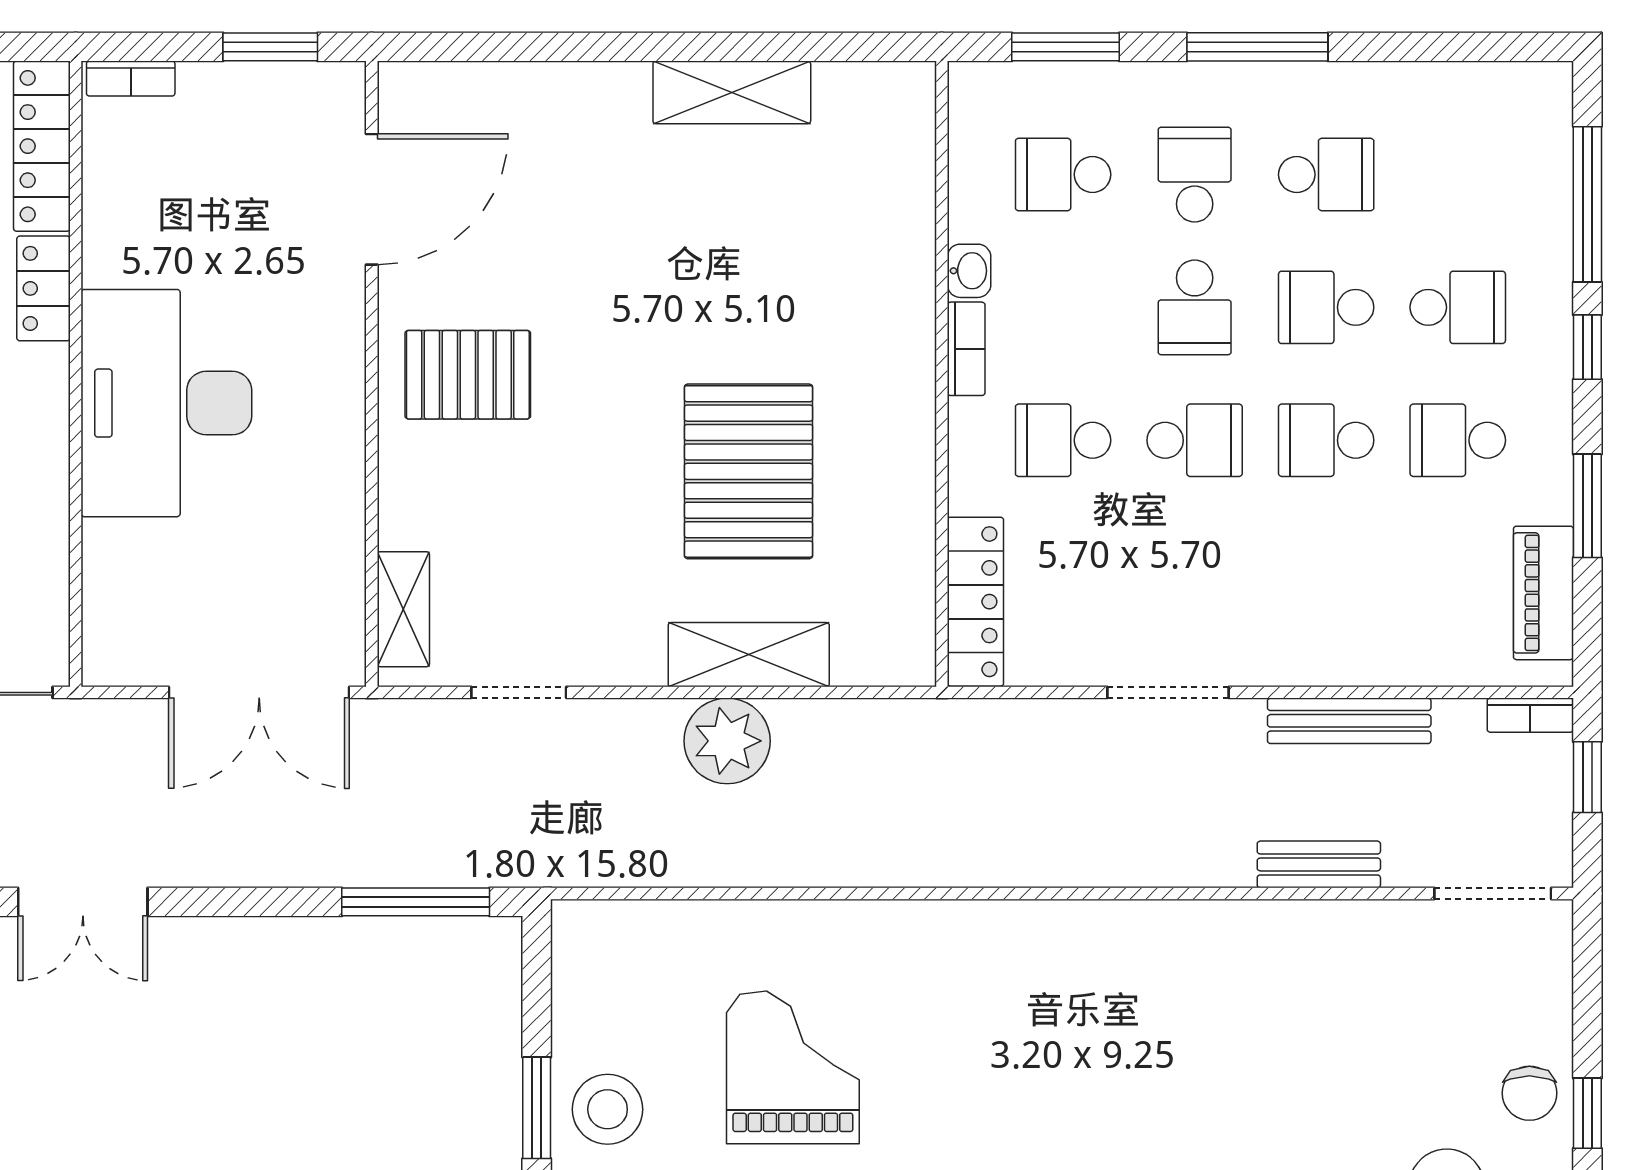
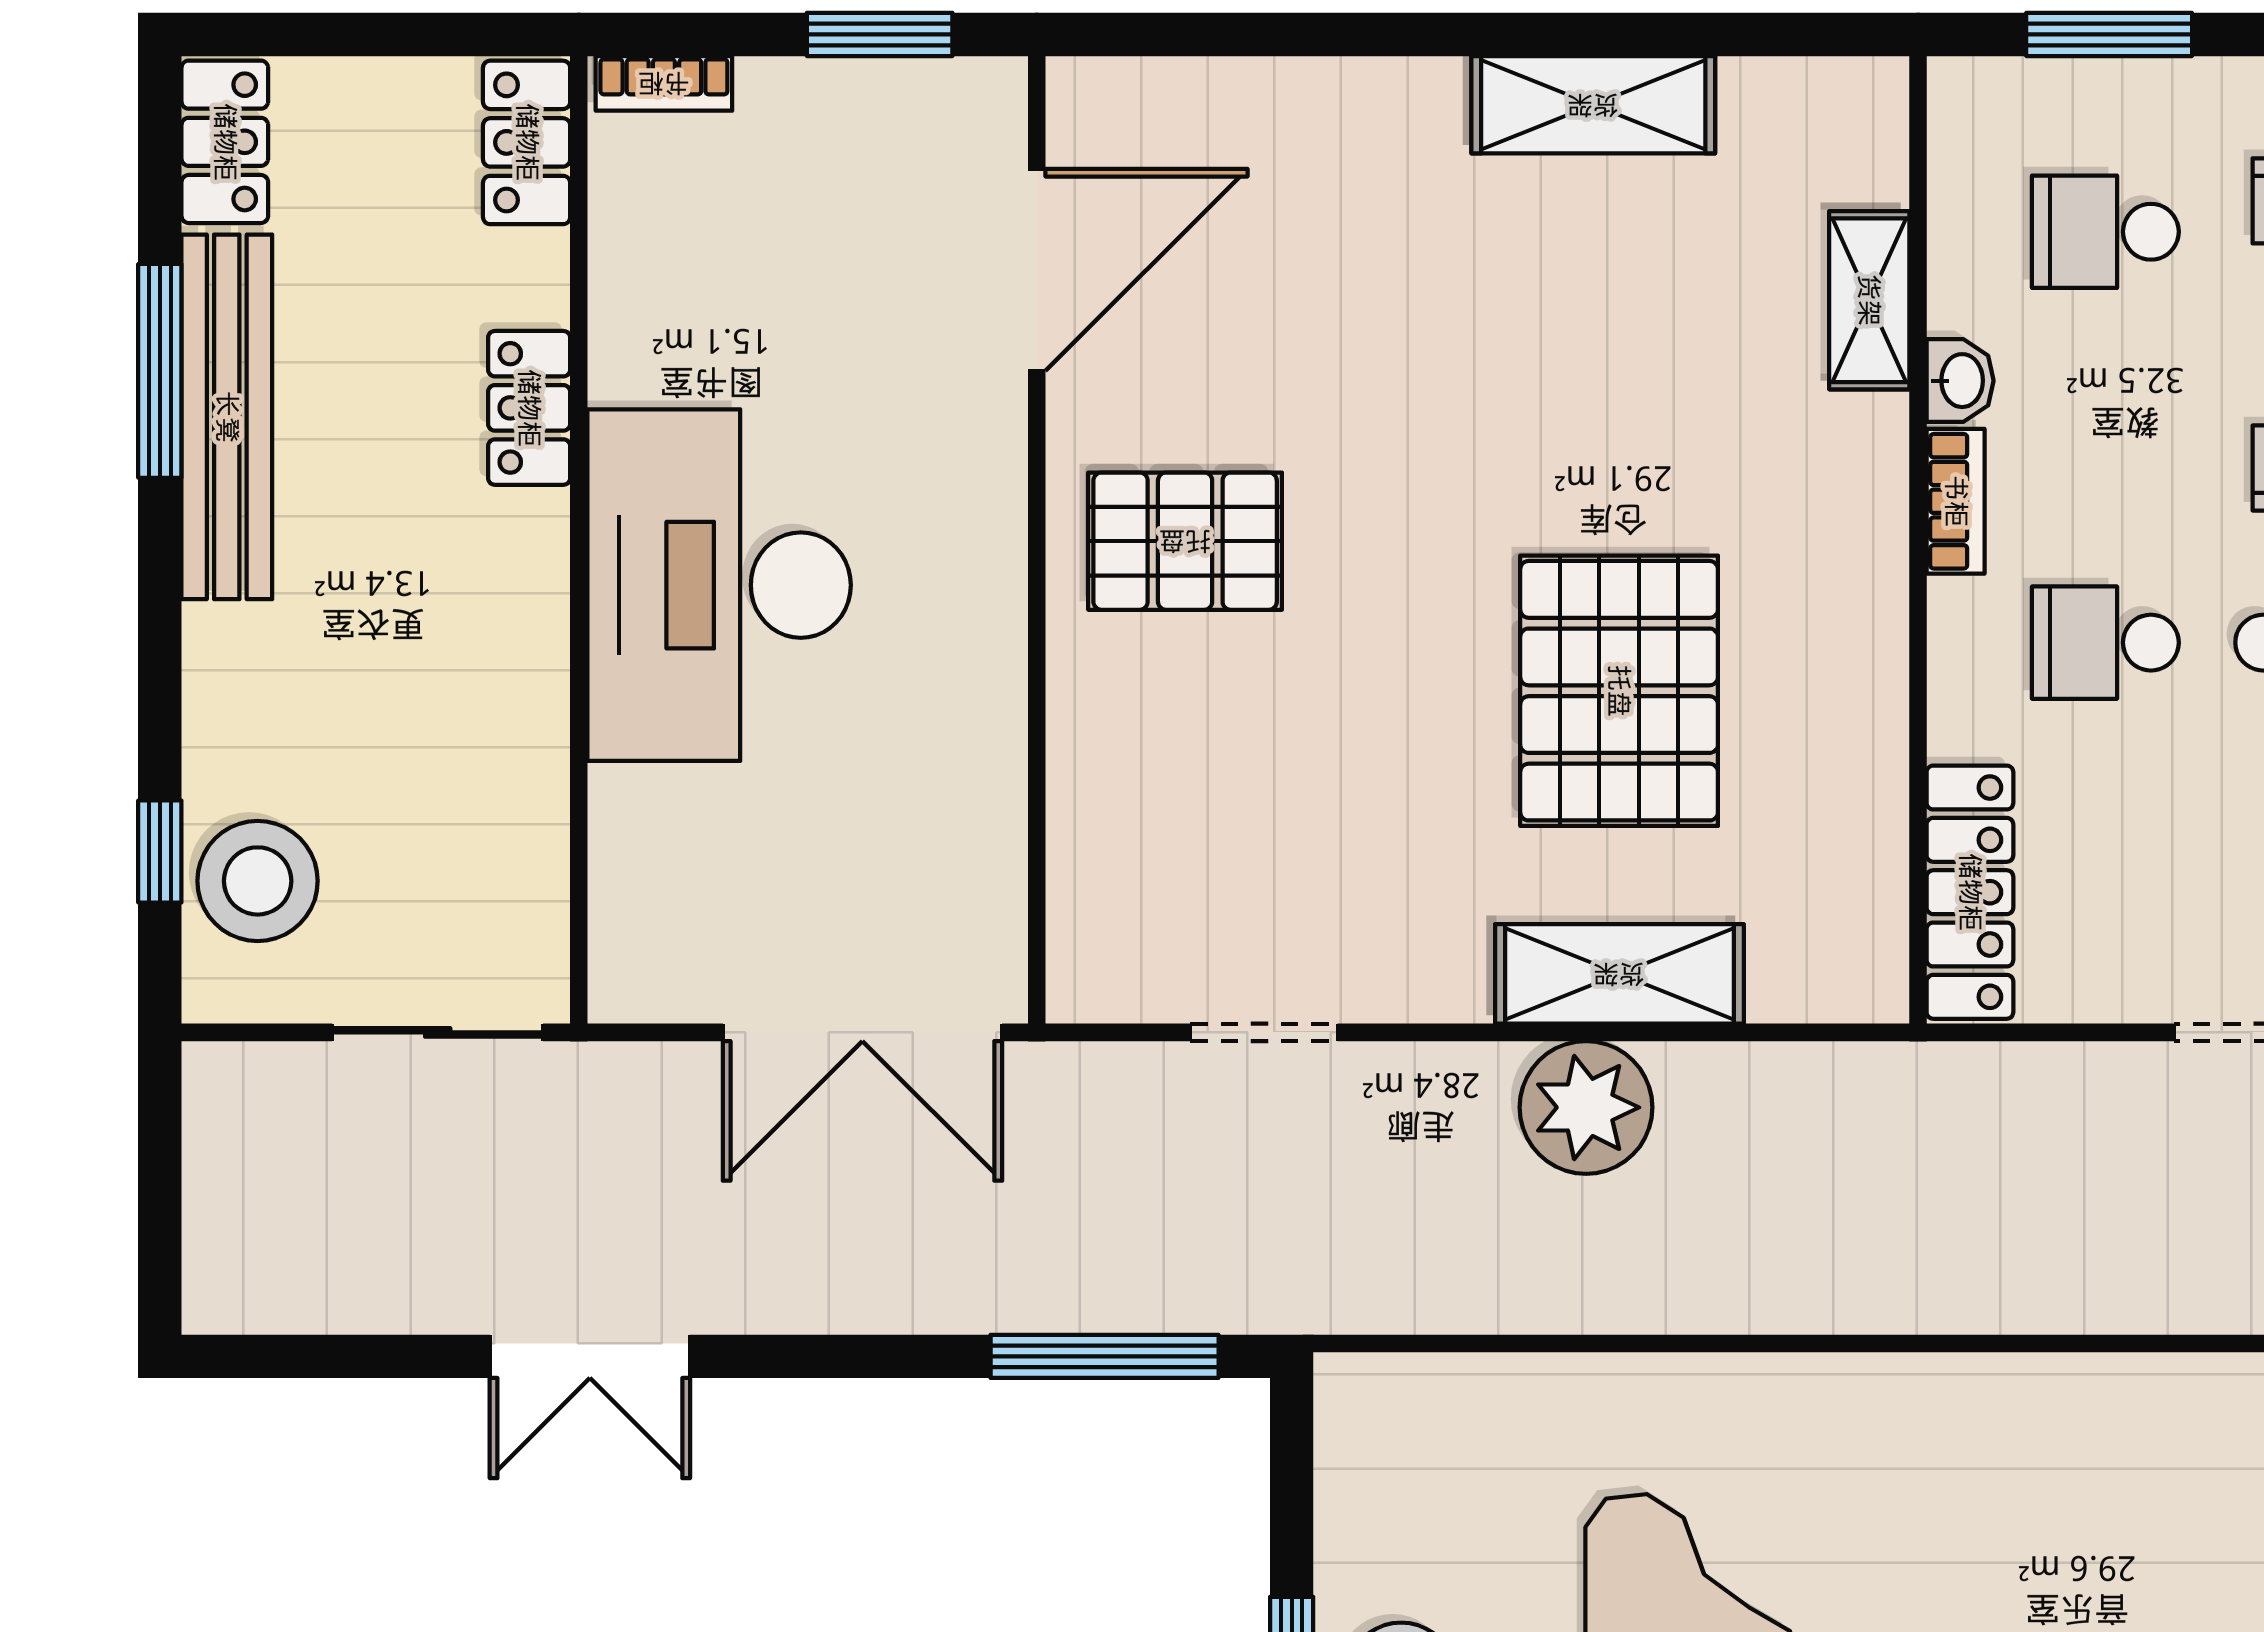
locker: (42, 146) -> (527, 142), width x0.66
shelving: (403, 609) -> (1869, 300), moved

